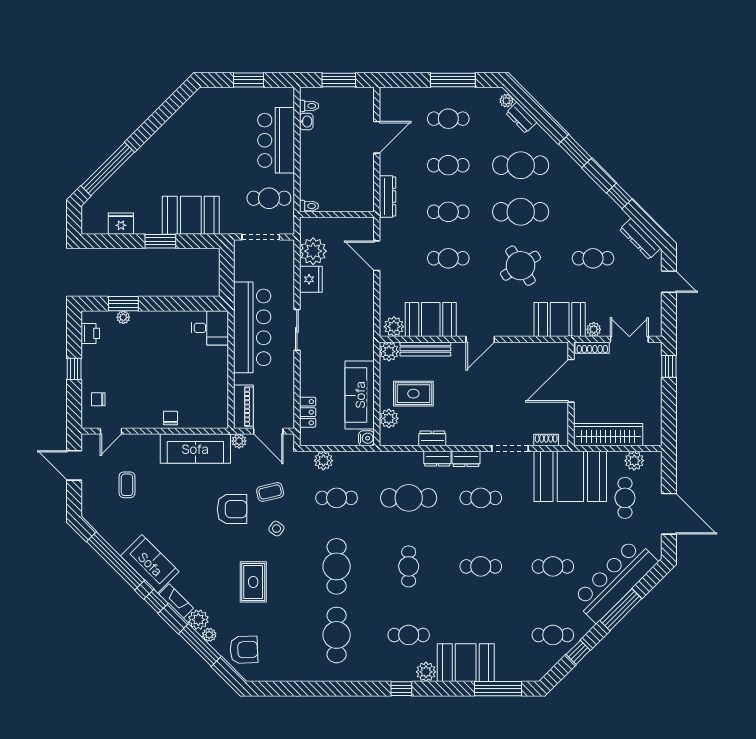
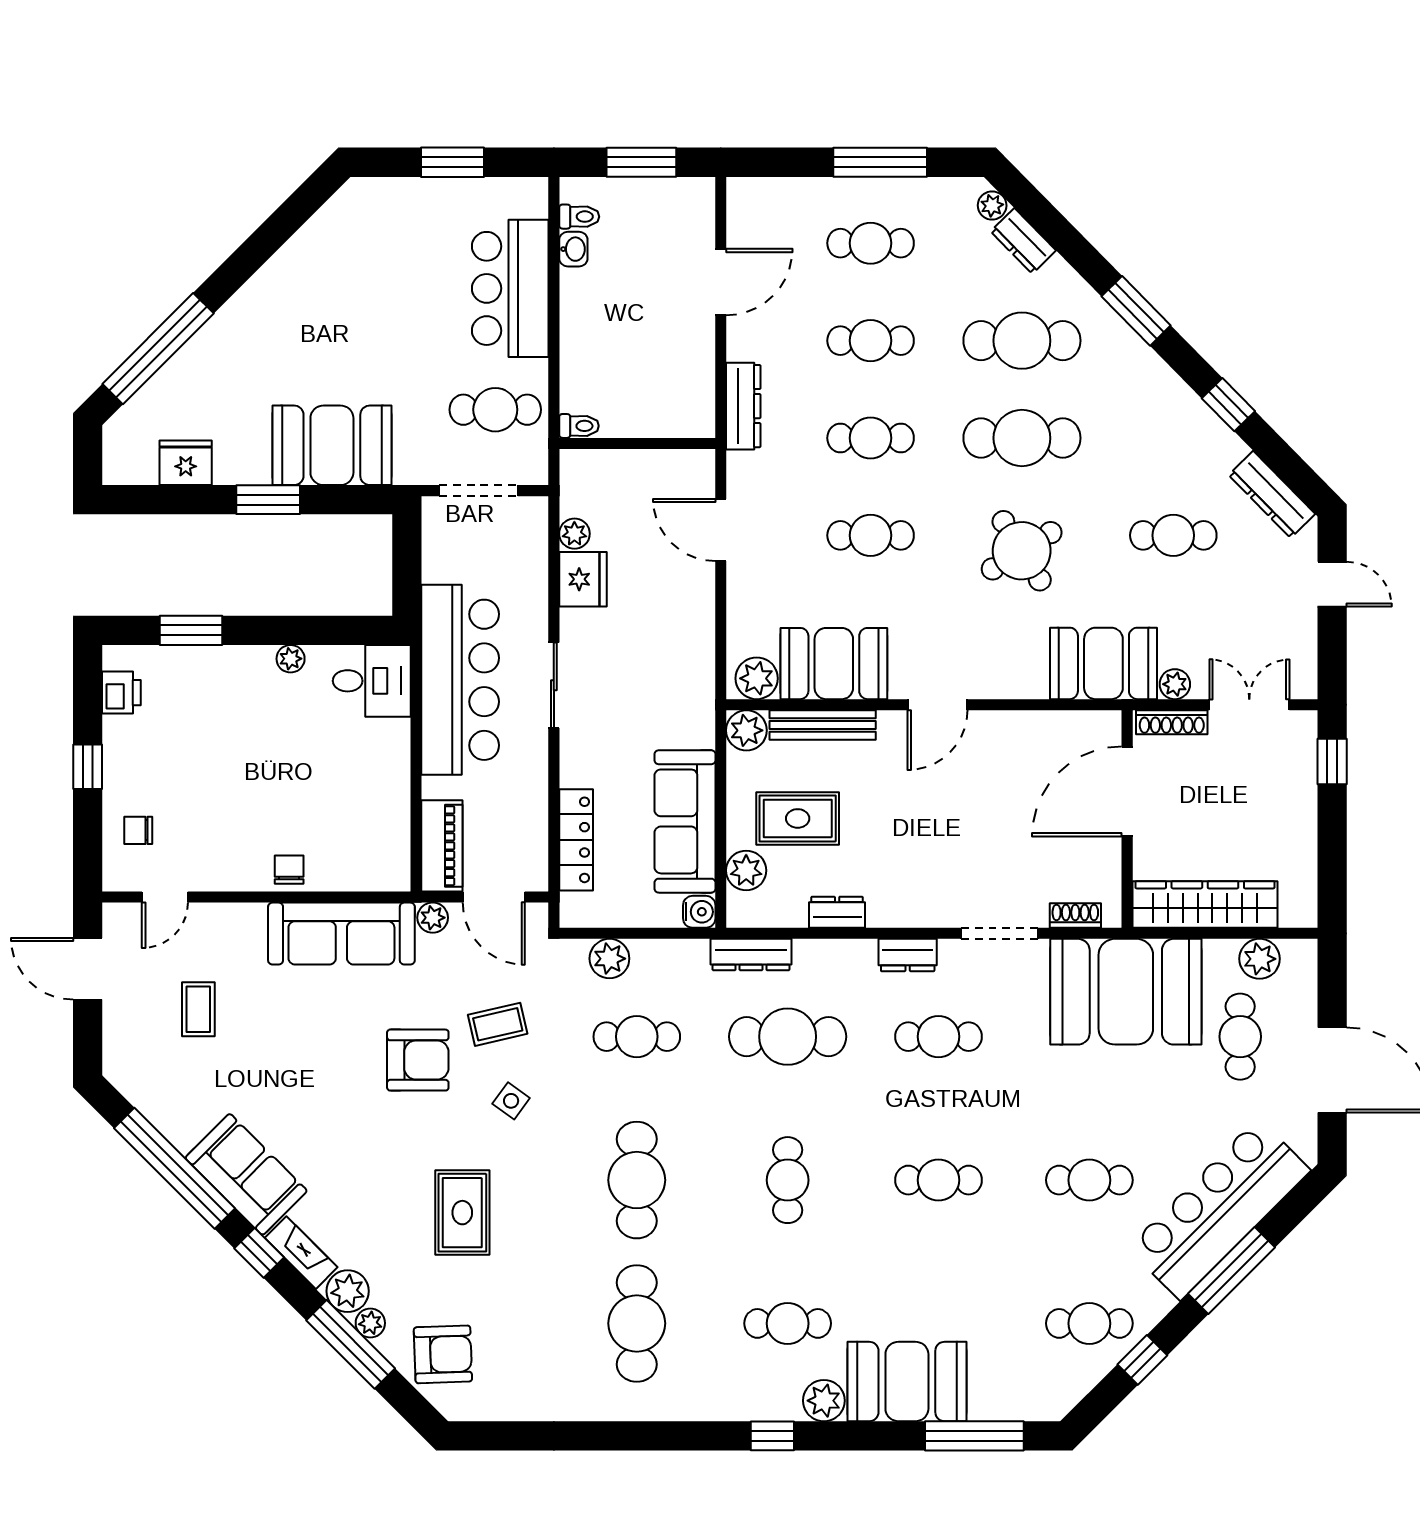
plant: (313, 251) -> (574, 534), width x0.53, depth x0.53
plant: (123, 317) -> (291, 659), moved
locker: (308, 412) -> (576, 840), width x1.53
dresser: (437, 459) -> (751, 955), moved, width x1.44

